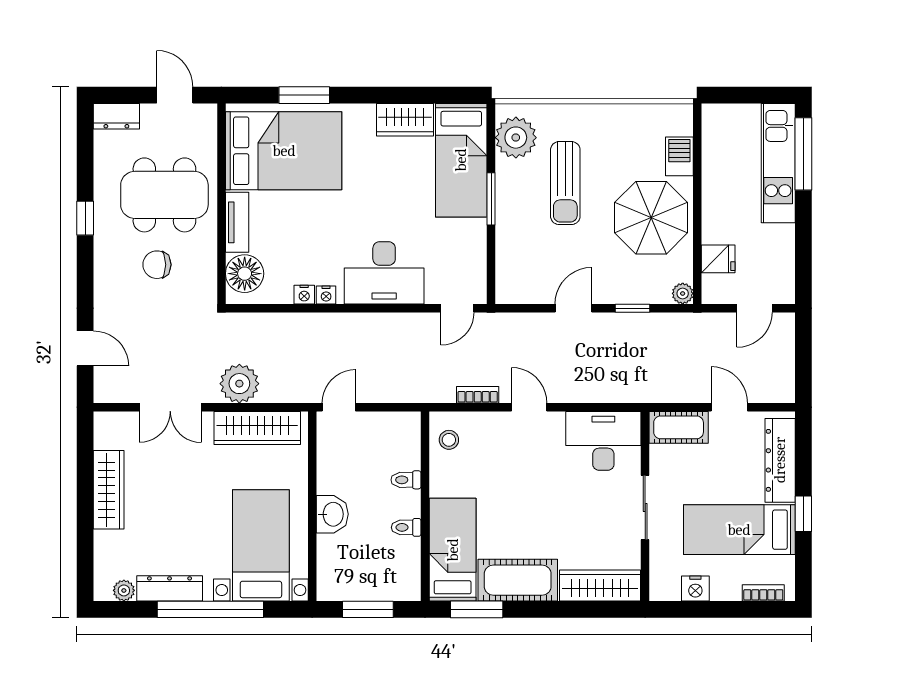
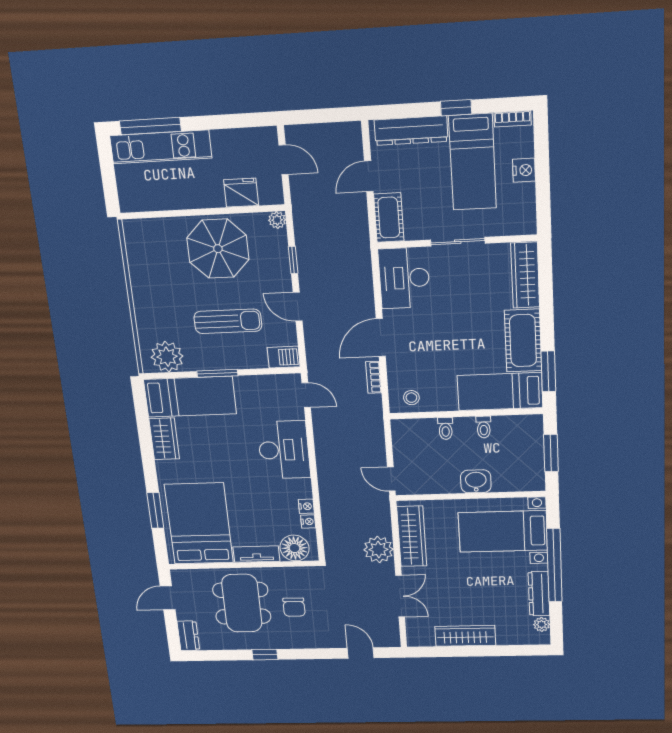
barbecue: (679, 156) -> (284, 357), moved, turned 180
sun lounger: (565, 183) -> (228, 321), moved
fridge: (718, 259) -> (241, 193), width x1.38
nightstand: (326, 295) -> (308, 522), moved
door: (85, 348) -> (361, 653), hinge flipped
door: (529, 407) -> (381, 338), width x1.38
nightstand: (695, 589) -> (524, 170), moved
bookcase: (763, 593) -> (513, 119), moved, turned -90

